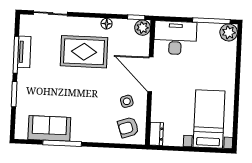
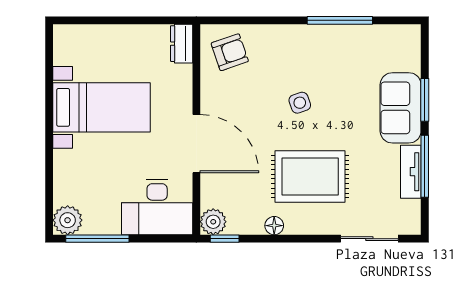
side table: (127, 101) -> (300, 103), moved
bed with nightstands: (209, 119) -> (102, 107), moved, turned -90
sofa: (49, 128) -> (401, 108), moved, turned 90

